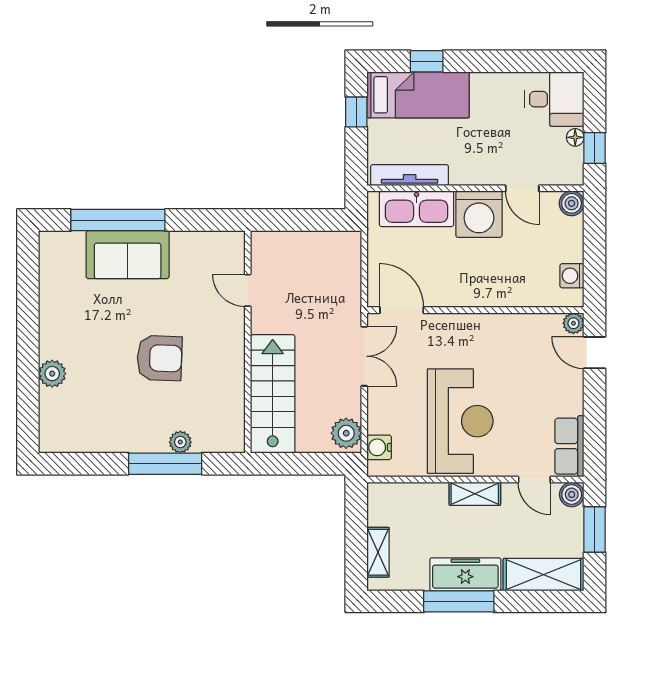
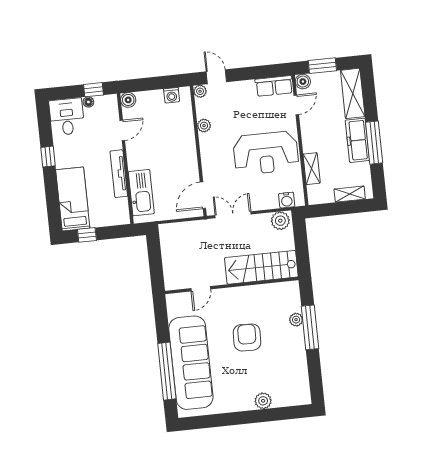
window: (427, 61) -> (48, 157), moved
tv unit: (410, 175) -> (119, 174), moved
washing machine: (479, 214) -> (141, 155), removed
sofa: (128, 255) -> (191, 363), width x1.85, depth x1.27
plant: (516, 324) -> (204, 126), added
door: (595, 353) -> (216, 77), swing flipped
reception desk: (460, 421) -> (266, 153), turned 180
shelving: (475, 494) -> (312, 169), moved

